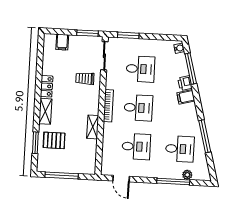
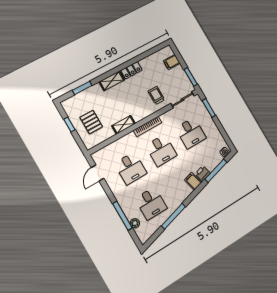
pallet: (54, 140) -> (91, 122), moved
window: (62, 175) -> (69, 124), width x0.46

